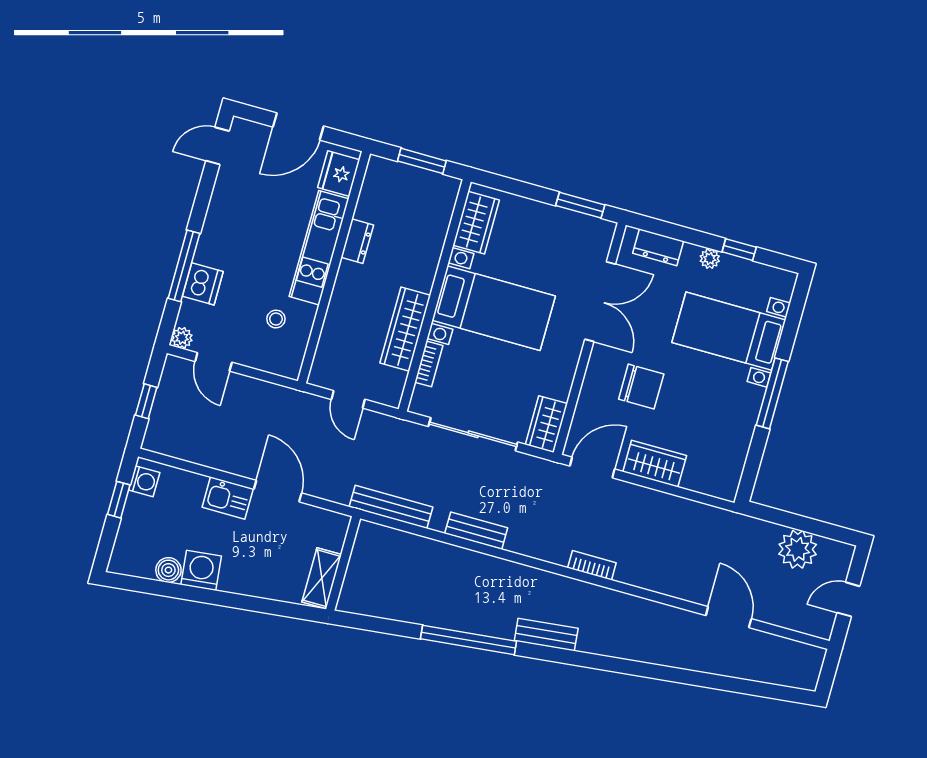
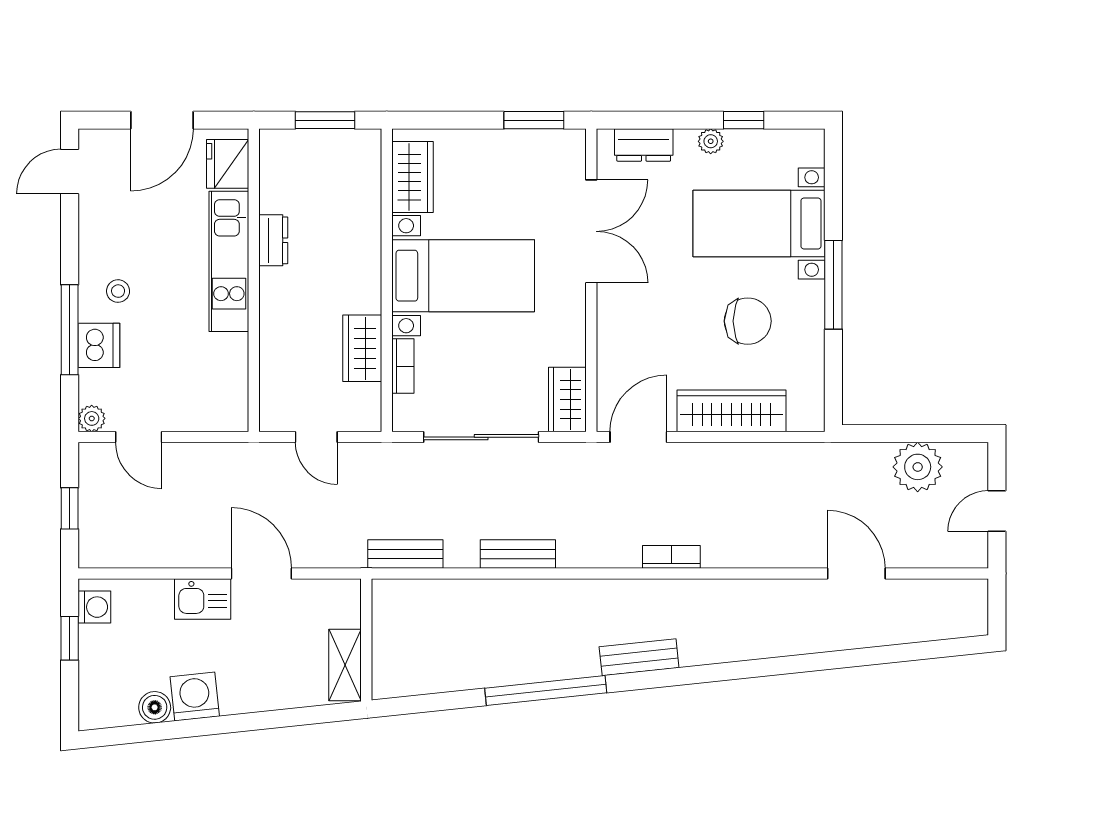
stool: (276, 319) -> (118, 291), moved
wardrobe: (405, 329) -> (362, 348), width x0.67
chair: (641, 387) -> (748, 321), moved
wardrobe: (655, 464) -> (732, 411), width x1.50
bench: (391, 507) -> (405, 554), width x0.73

